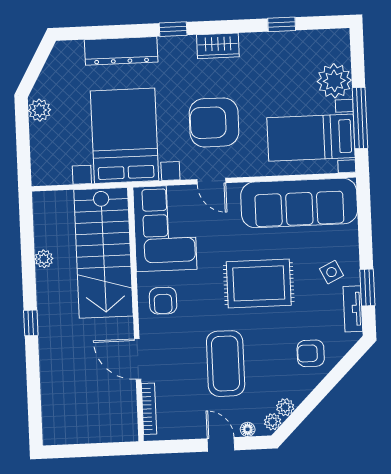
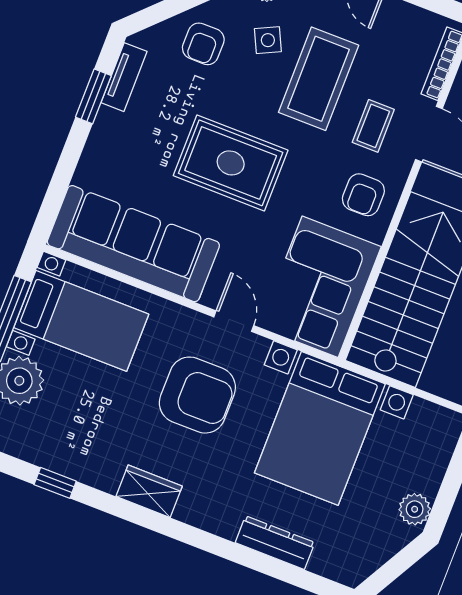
window: (173, 29) -> (197, 538), removed
dresser: (121, 51) -> (275, 543), width x0.73, depth x0.80
side table: (331, 272) -> (268, 40), moved
armchair: (163, 301) -> (363, 195), turned 180
coffee table: (176, 348) -> (373, 126), added
armchair: (311, 353) -> (203, 44), turned 90

